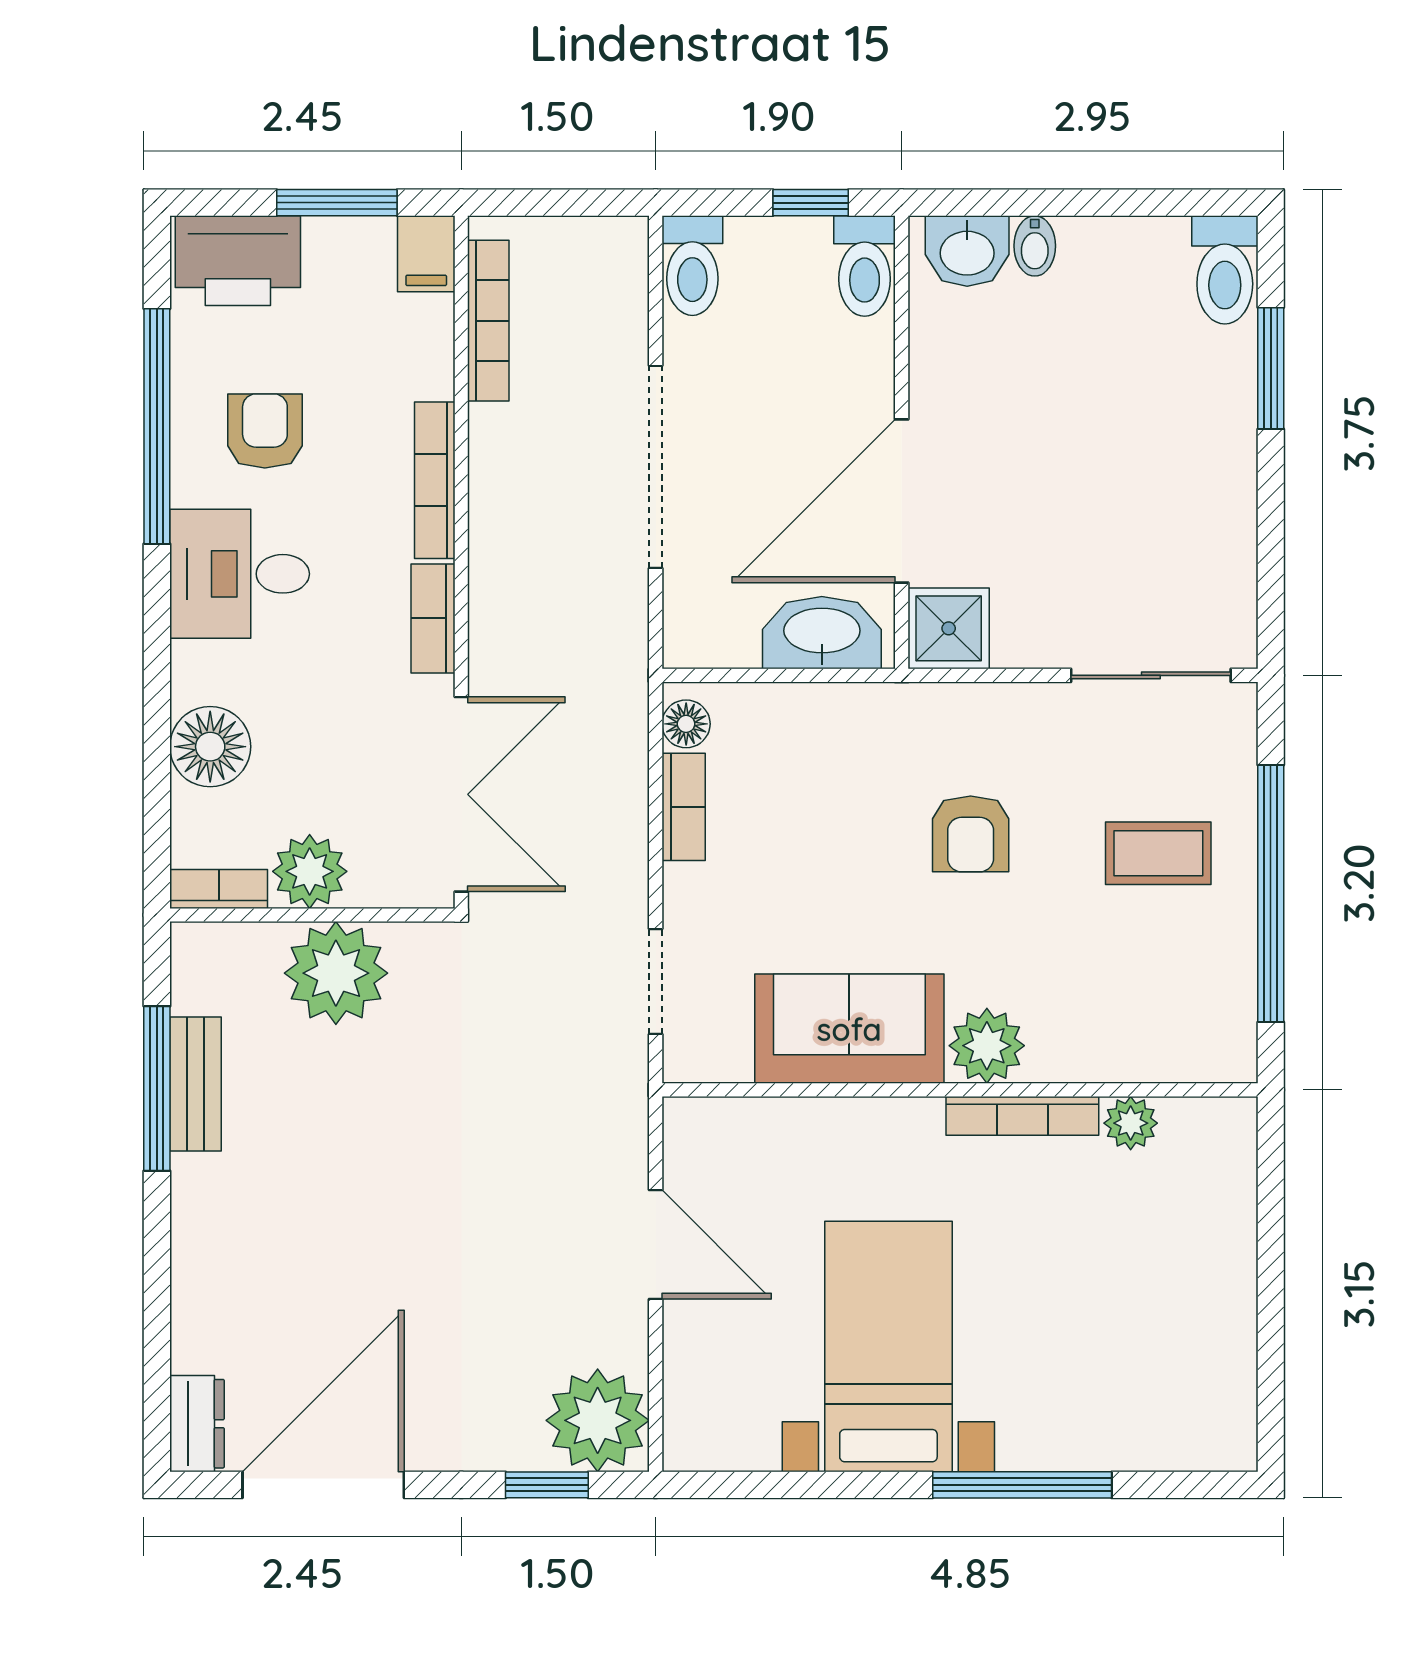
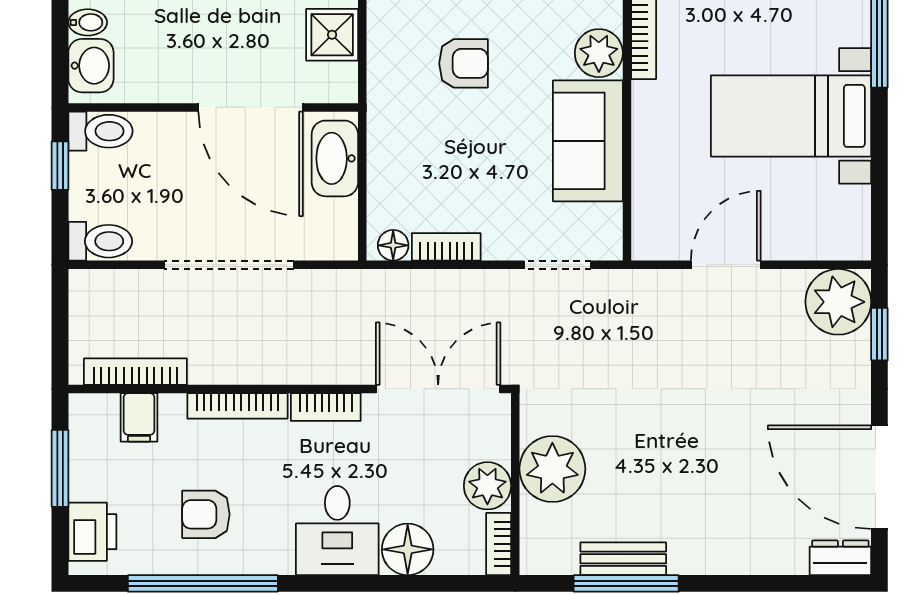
filing cabinet: (426, 254) -> (139, 417), moved, turned 90
printer: (238, 261) -> (92, 532), width x0.73, depth x0.84
desk: (240, 574) -> (337, 531), moved
shower: (949, 628) -> (332, 35), moved

